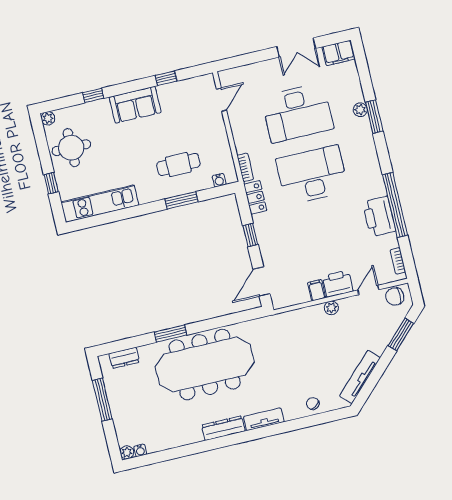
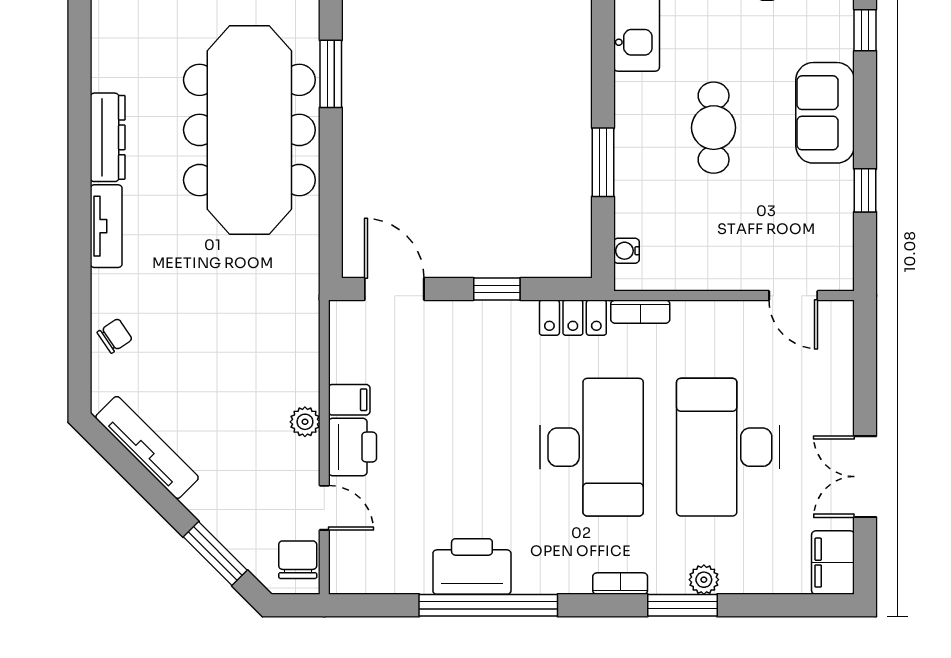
cafe table: (178, 164) -> (714, 128), moved
bookcase: (398, 261) -> (620, 584), moved

